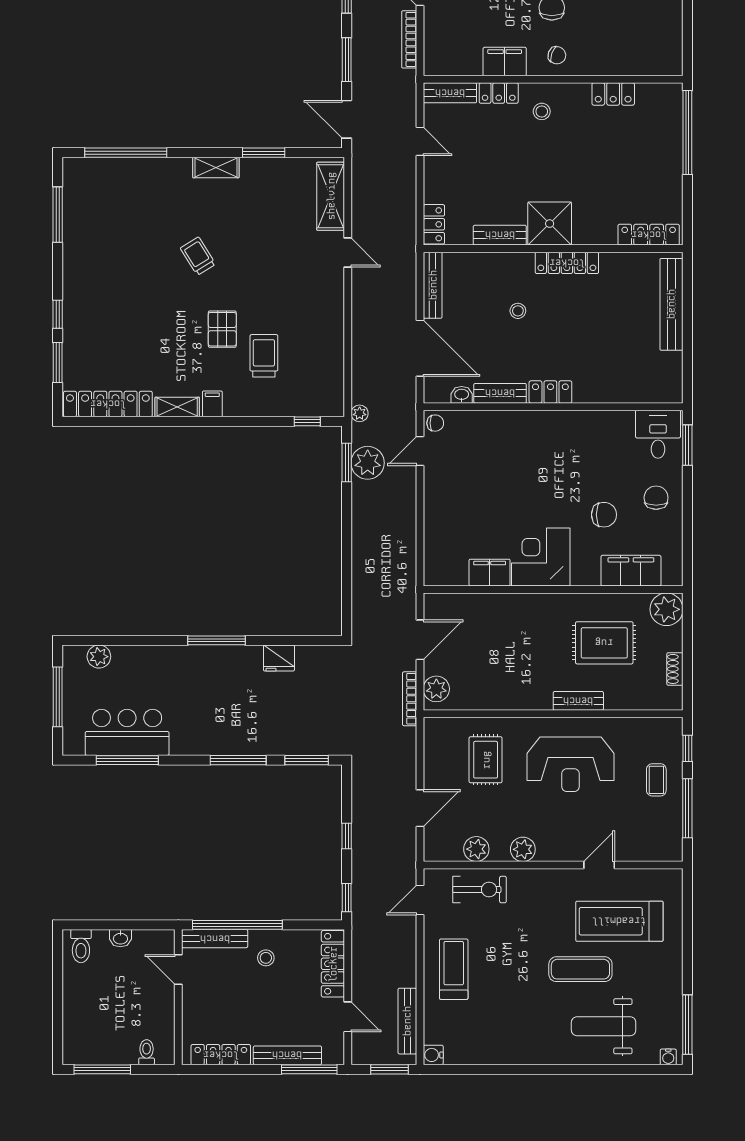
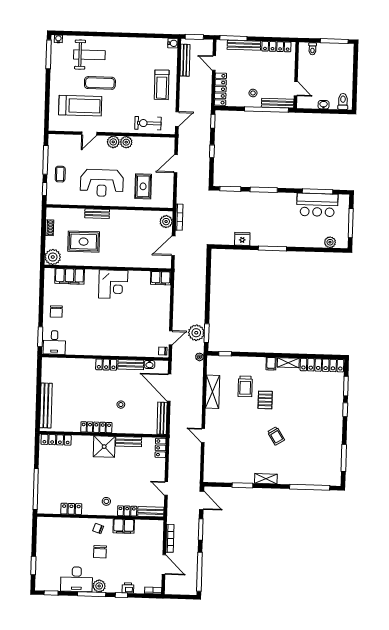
shelving: (331, 196) -> (213, 392), moved
chair: (604, 515) -> (82, 304), removed
filing cabinet: (490, 573) -> (161, 278), moved
reception desk: (570, 764) -> (102, 183), turned 180
plant: (476, 849) -> (113, 142), moved

